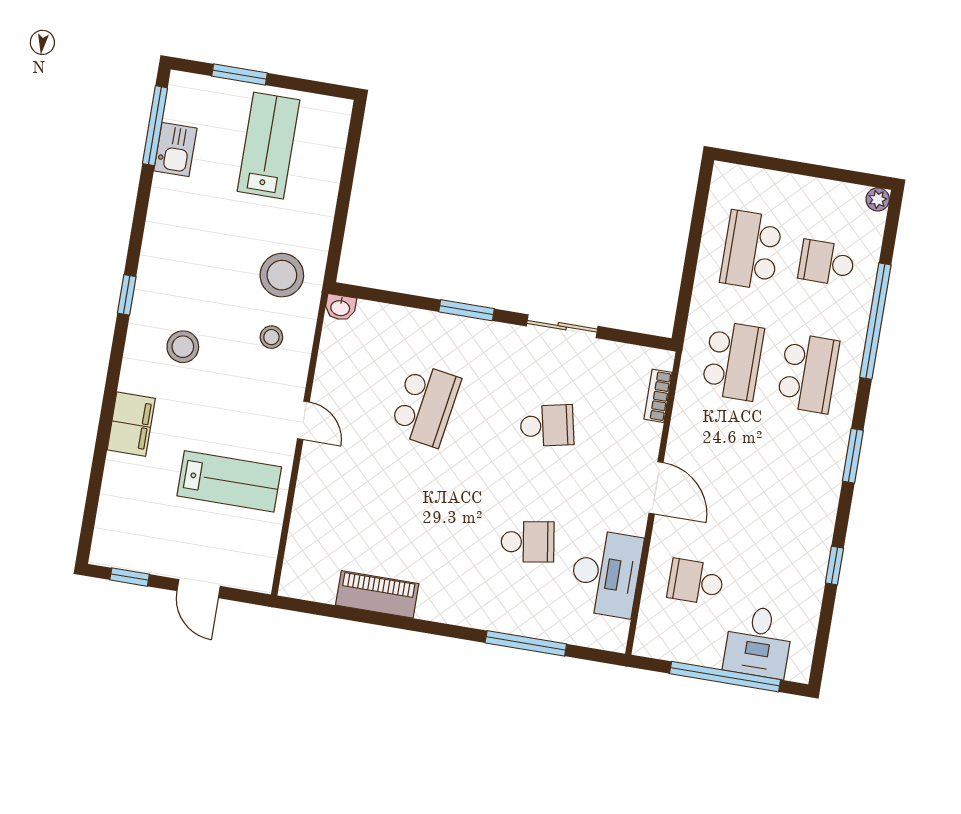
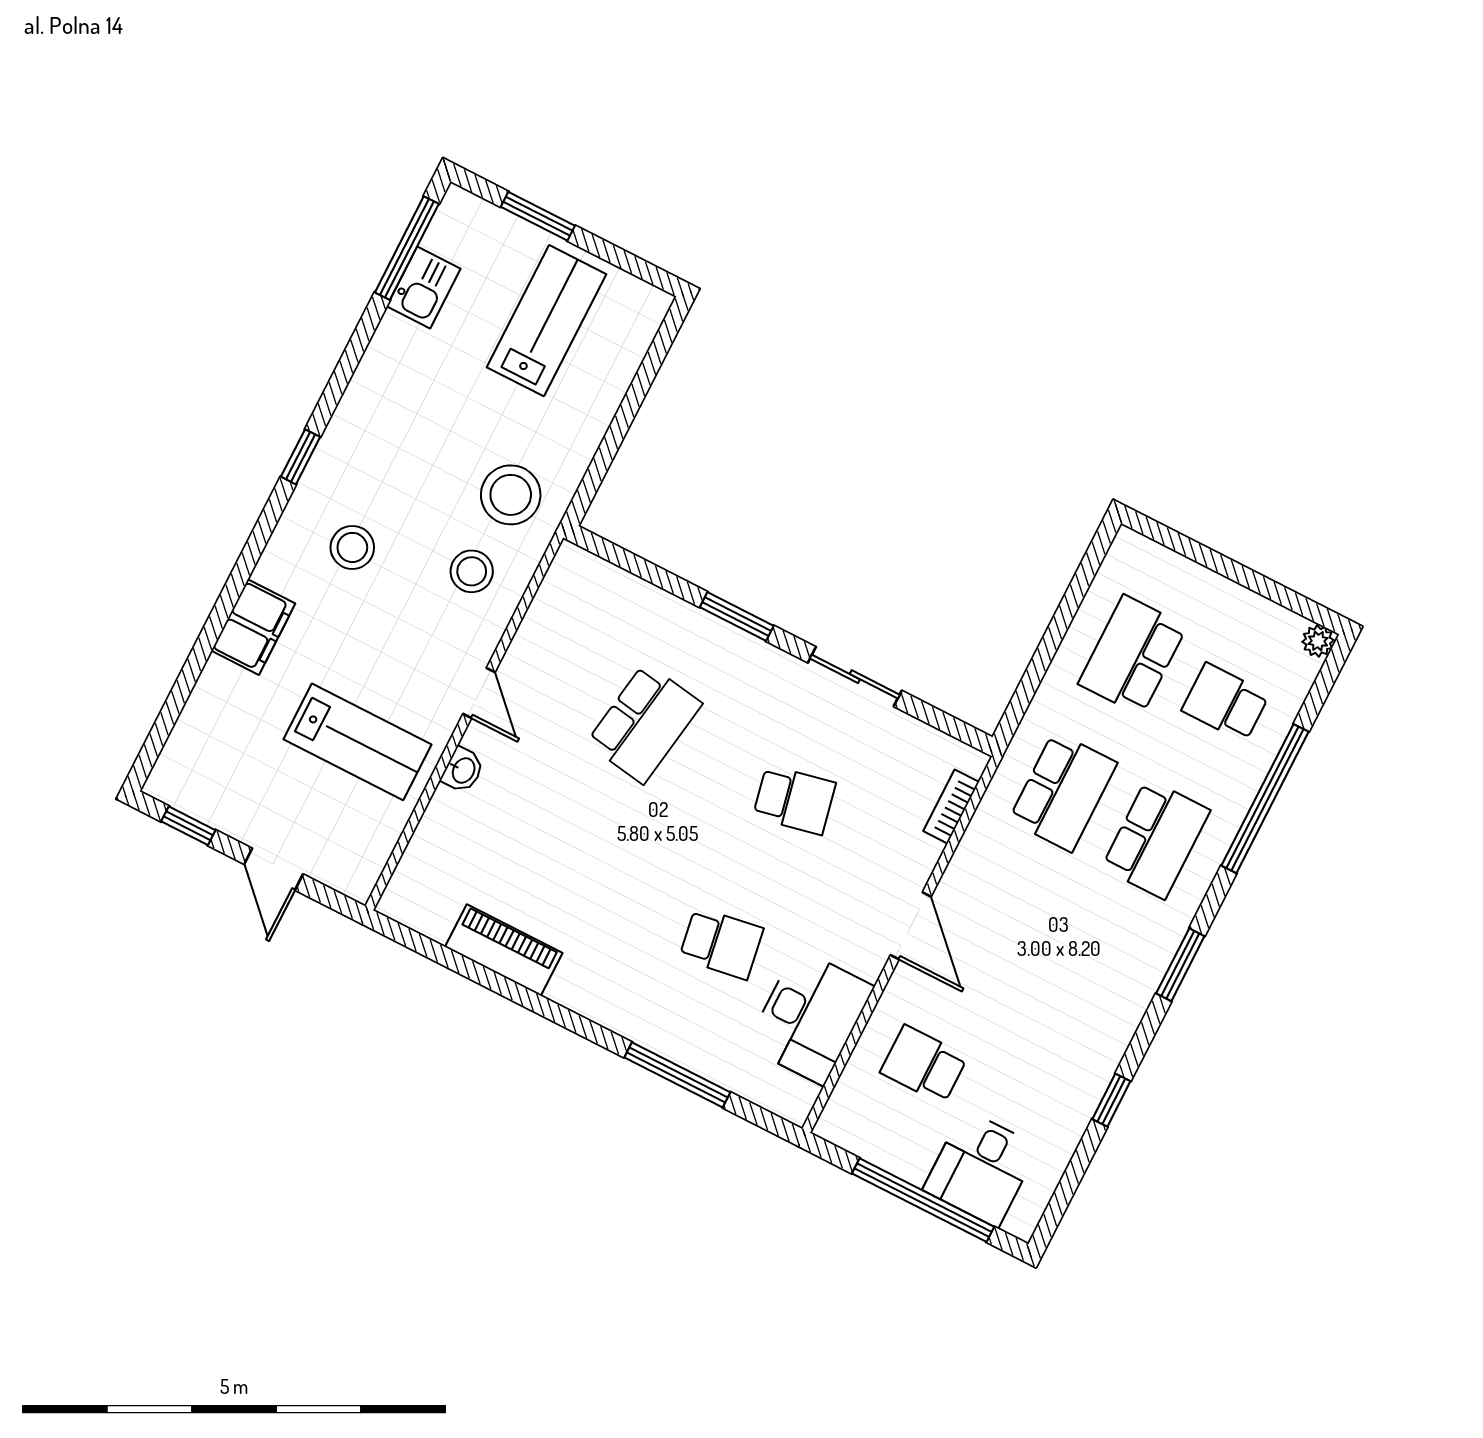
washbasin: (340, 307) -> (463, 770), moved, turned -90
stool: (271, 337) -> (472, 571), width x1.37, depth x1.37

